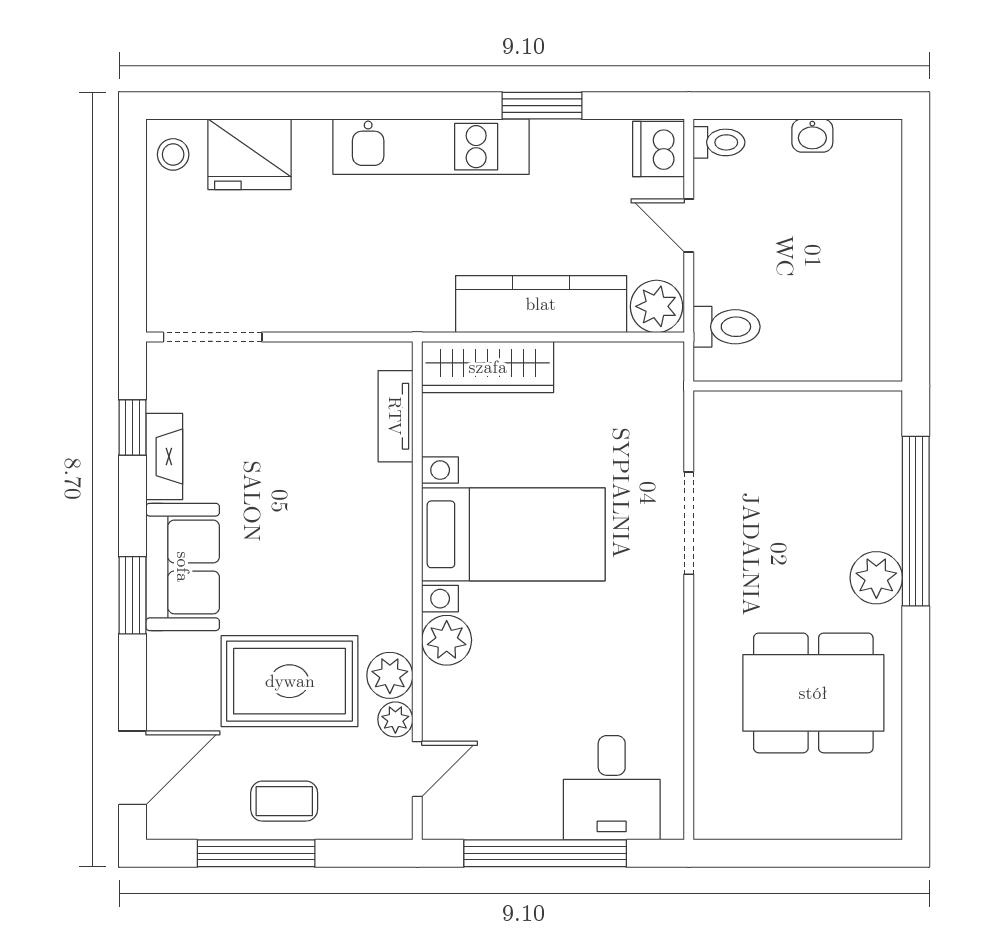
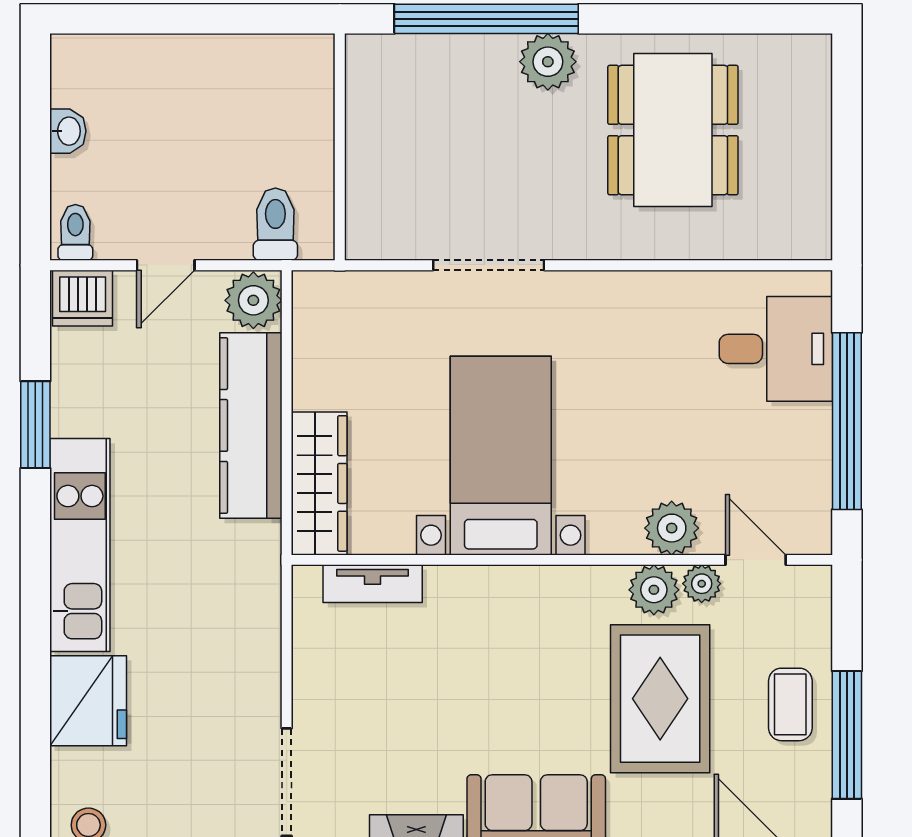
fridge: (250, 154) -> (88, 701), moved
plant: (447, 640) -> (672, 528), moved

